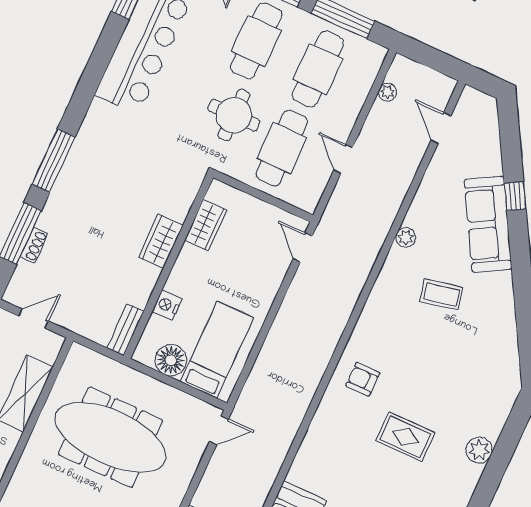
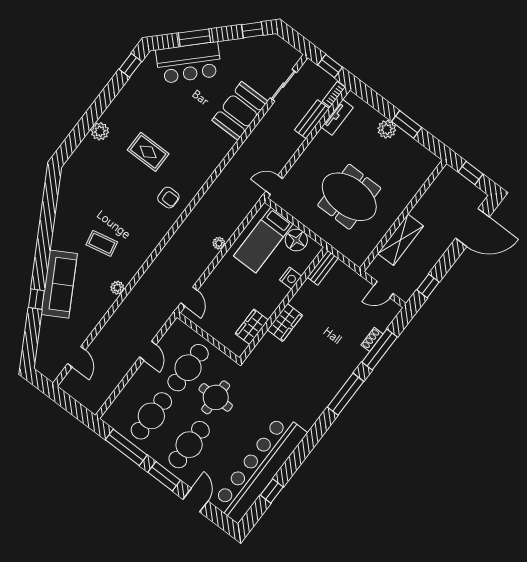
plant: (388, 92) -> (219, 243), moved
meeting table: (111, 437) -> (349, 197), width x0.73

